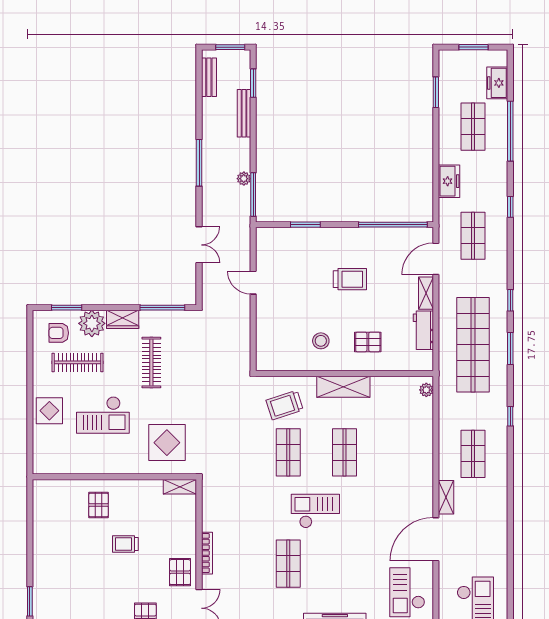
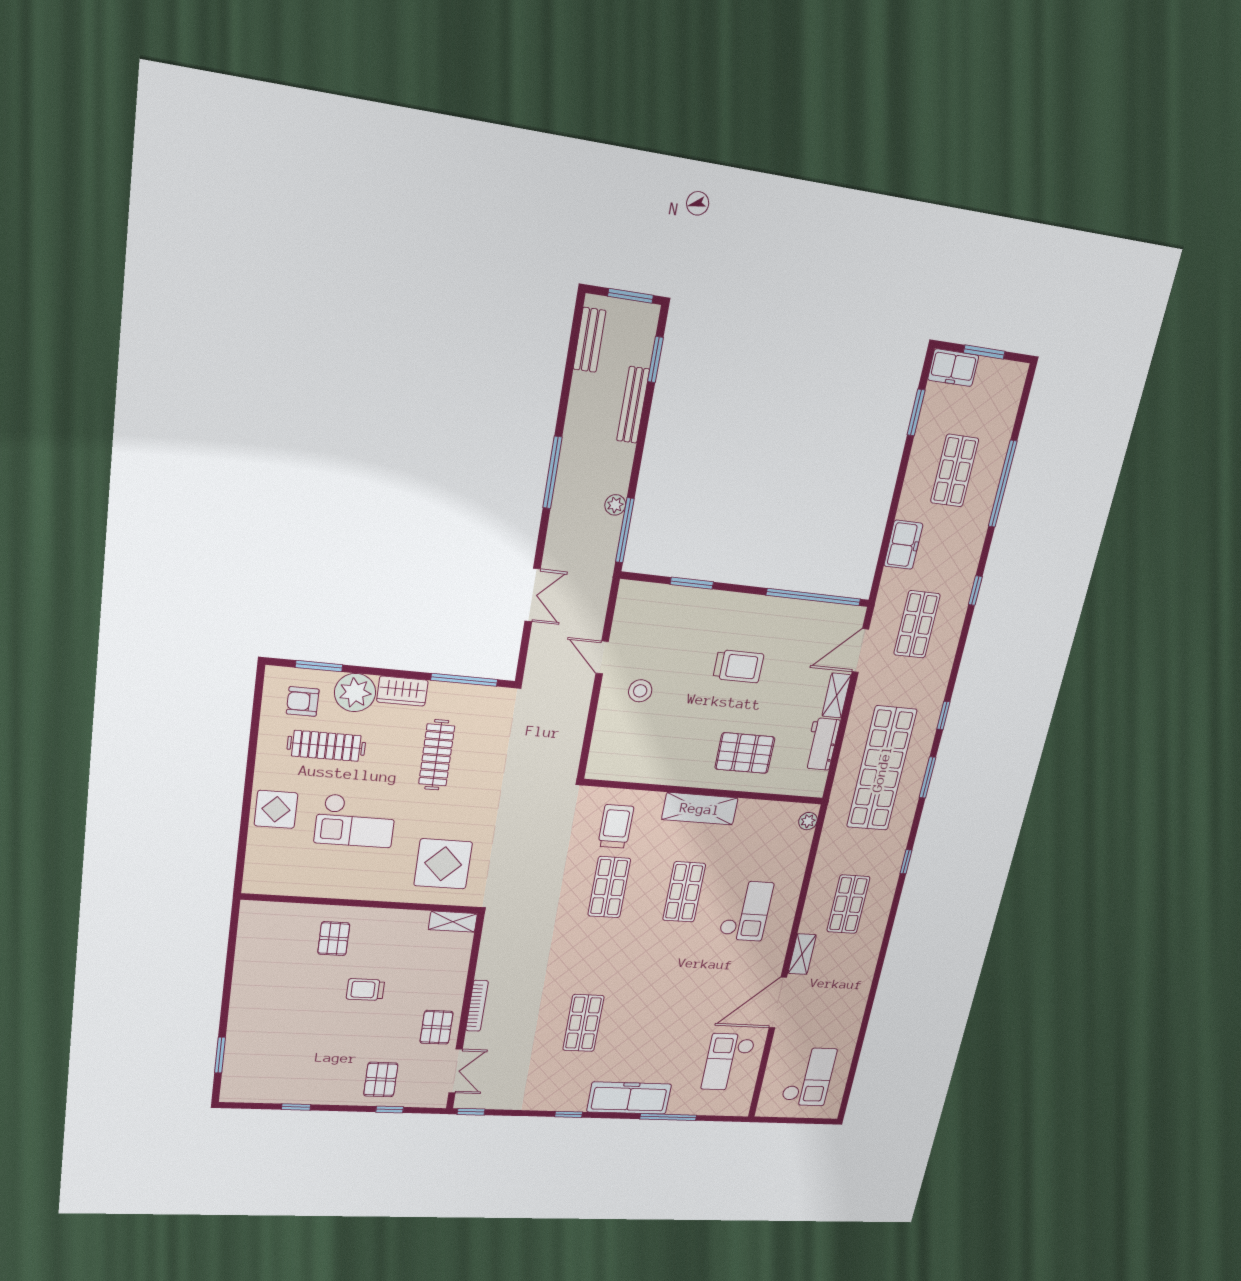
freezer: (497, 83) -> (953, 368), moved, turned -90
stool: (321, 341) -> (640, 691), moved
pallet: (368, 342) -> (745, 753), width x1.50, depth x1.42
trolley: (285, 405) -> (616, 826), turned 108
checkout: (315, 511) -> (746, 911), moved, turned 90

